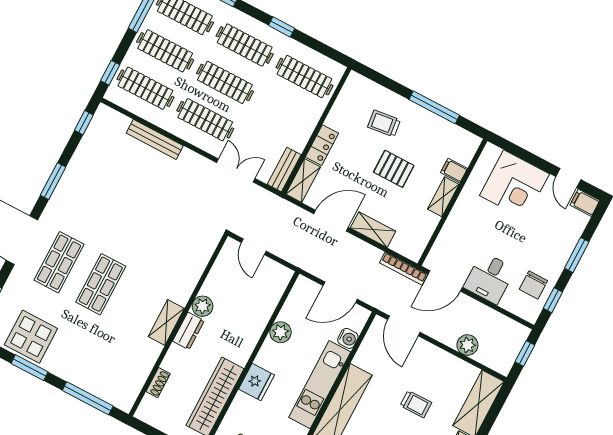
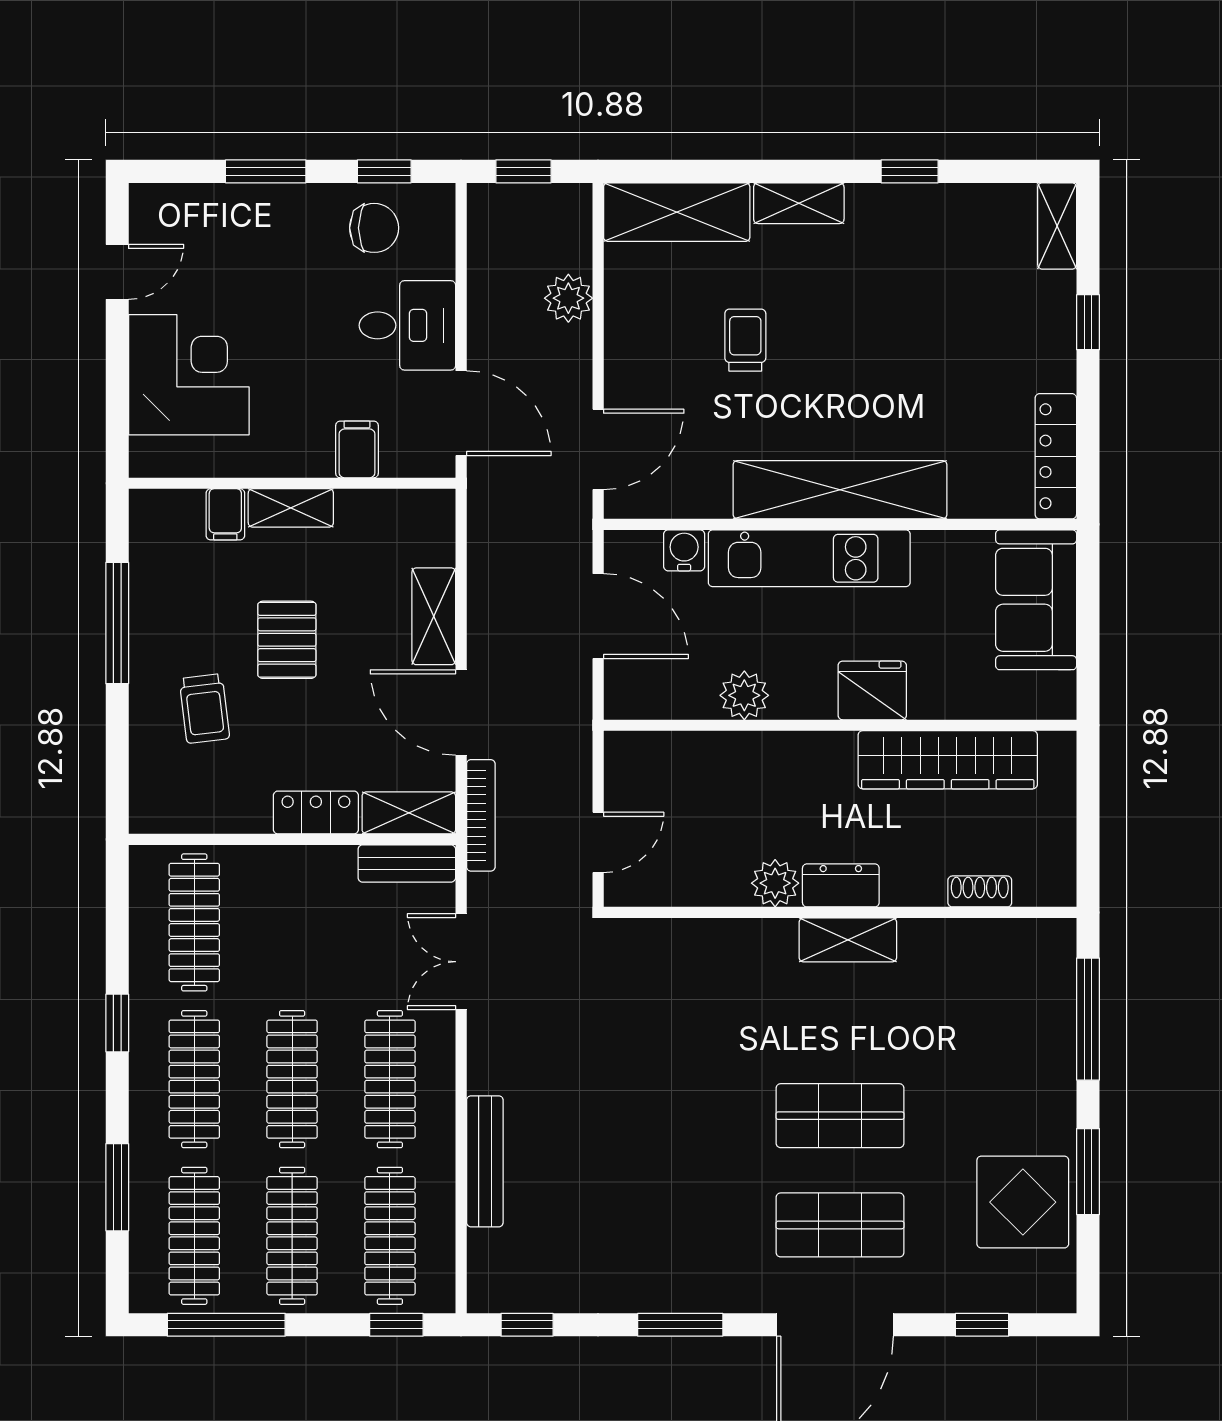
filing cabinet: (585, 203) -> (357, 449), moved, turned 180
bookcase: (404, 269) -> (481, 815), moved

